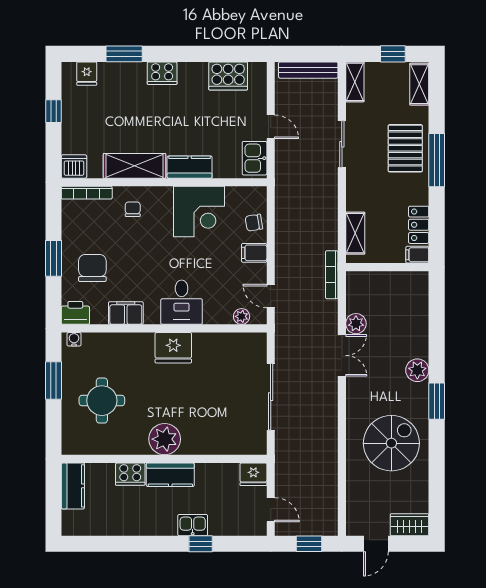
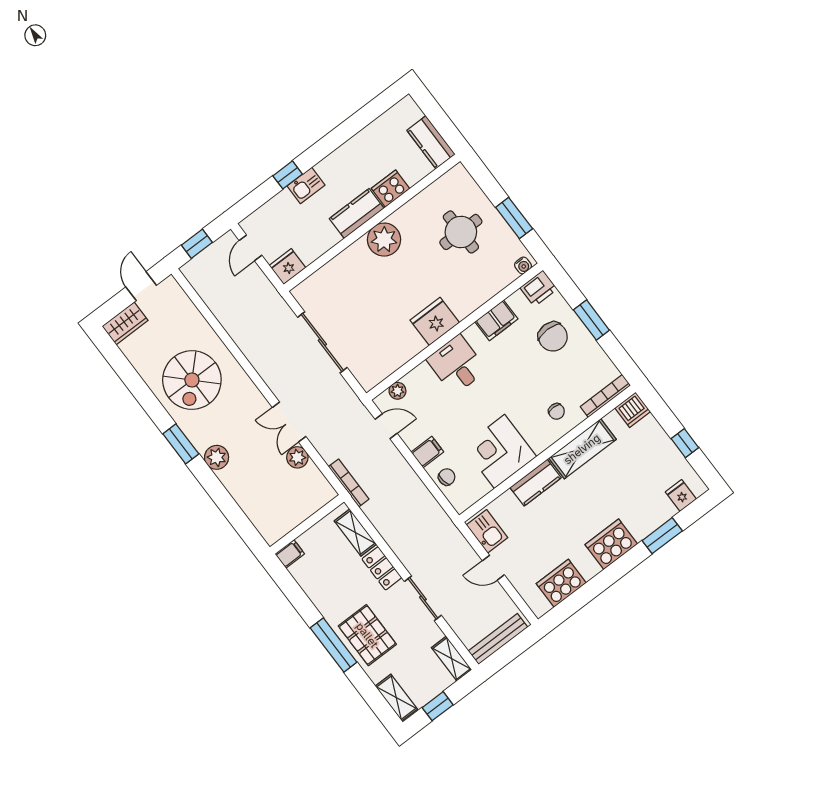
cooker: (162, 73) -> (611, 544), width x1.37, depth x1.31
locker: (419, 225) -> (382, 568), moved, turned 180
door: (271, 510) -> (251, 248), hinge flipped

